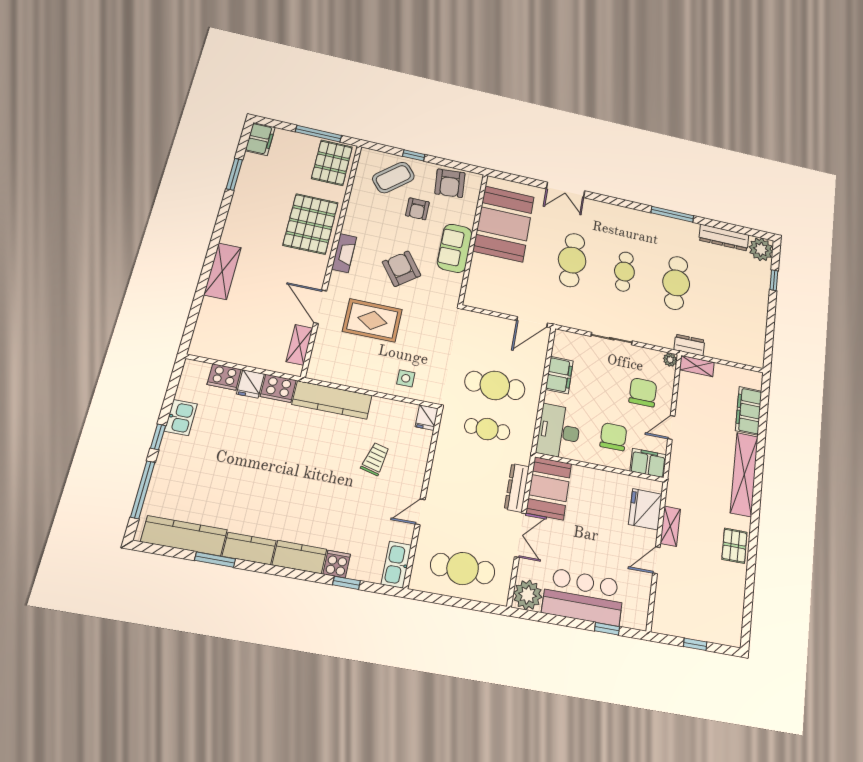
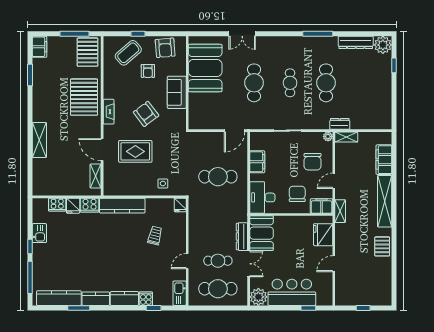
chair: (643, 392) -> (313, 162), turned 180
cafe table: (487, 429) -> (218, 261), moved
shelving: (670, 526) -> (340, 211), moved

